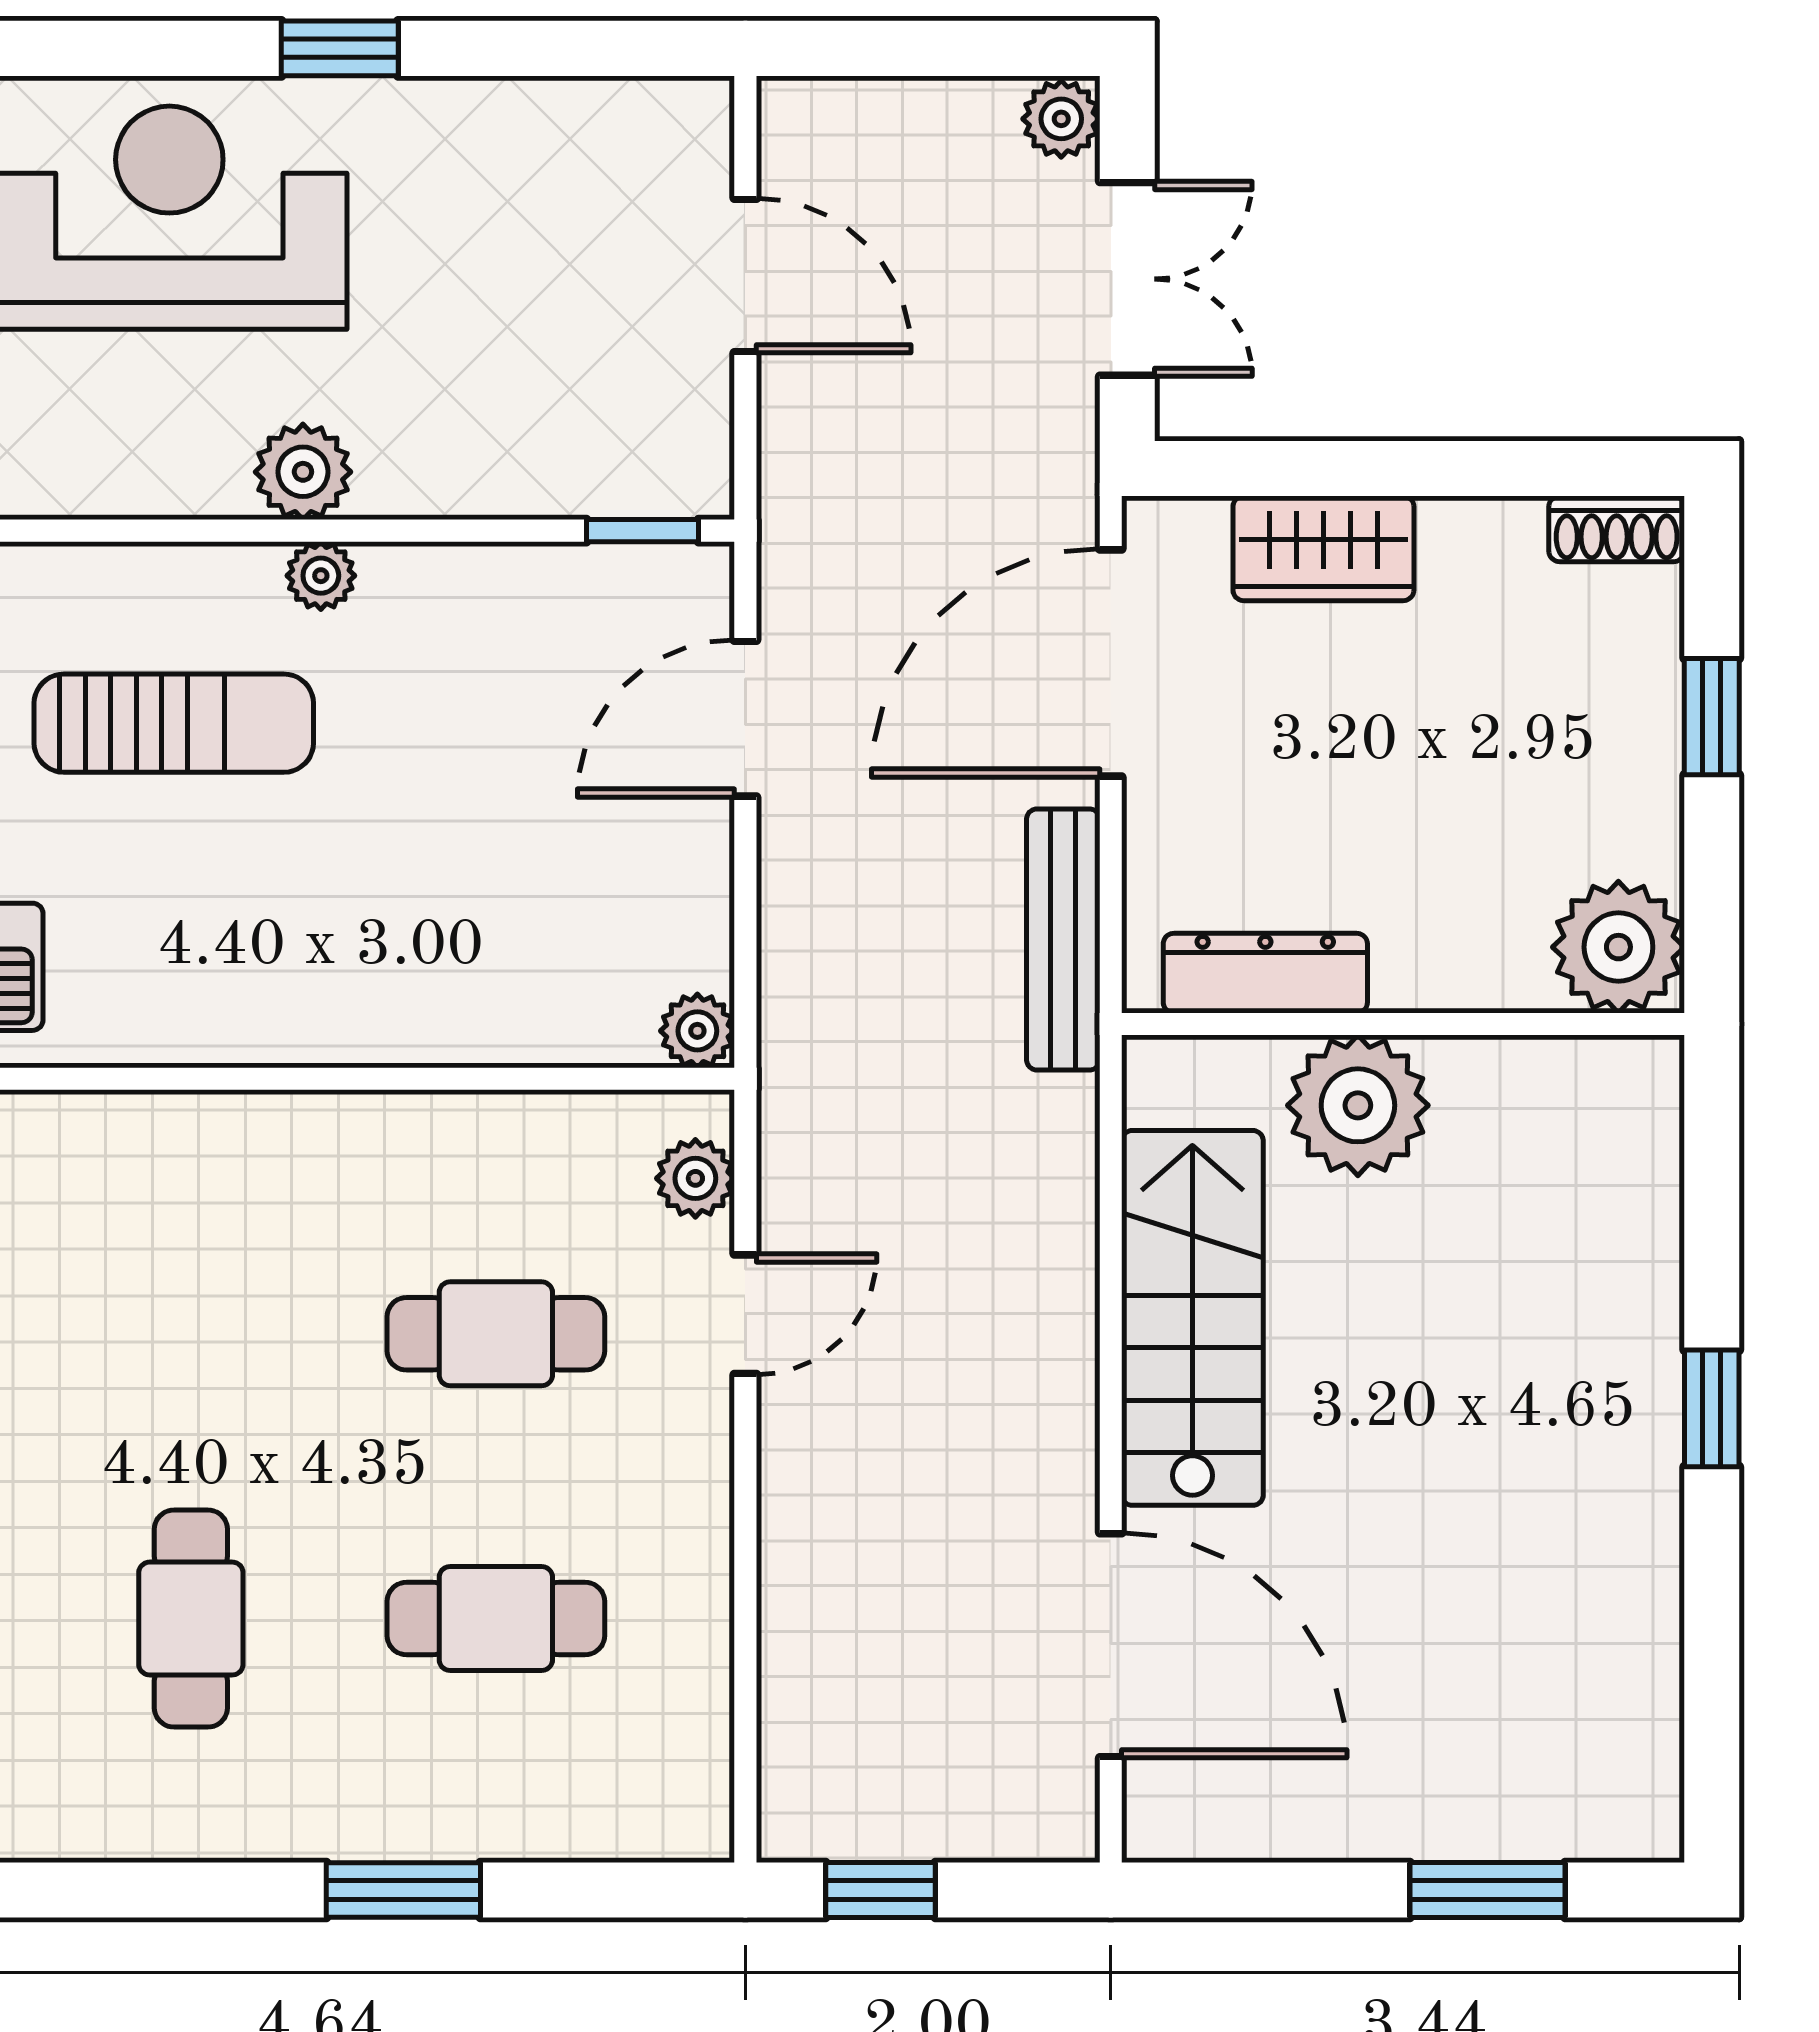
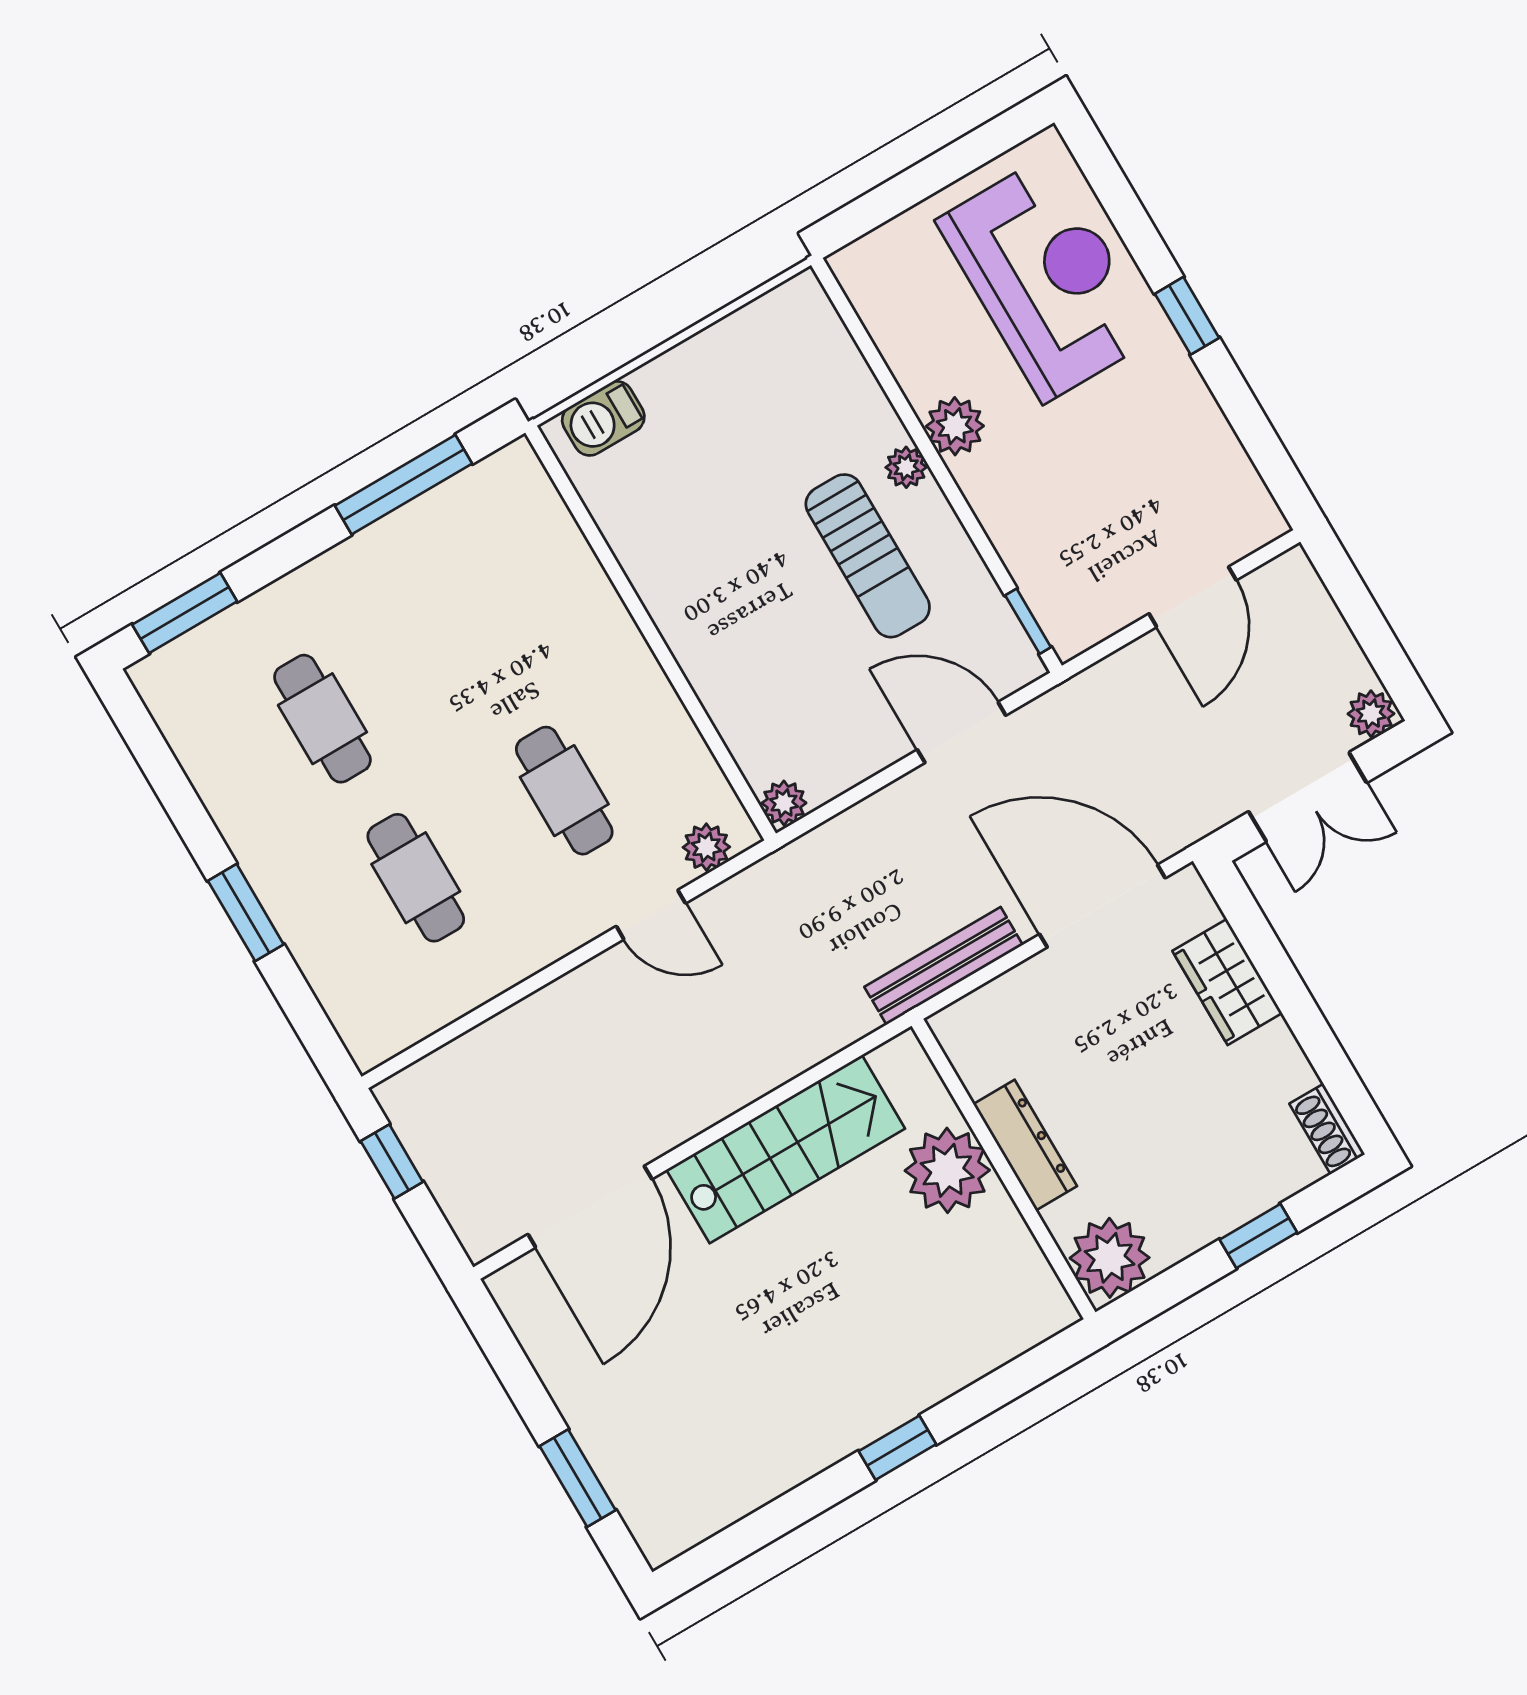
sun lounger: (174, 723) -> (868, 556), moved
dresser: (1265, 973) -> (1025, 1145), moved
cafe table: (191, 1619) -> (322, 719), turned 90

